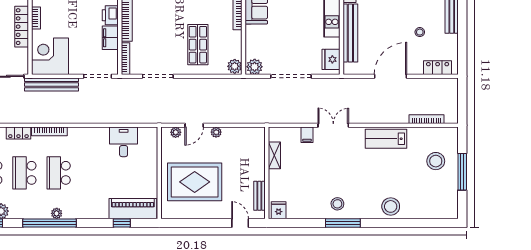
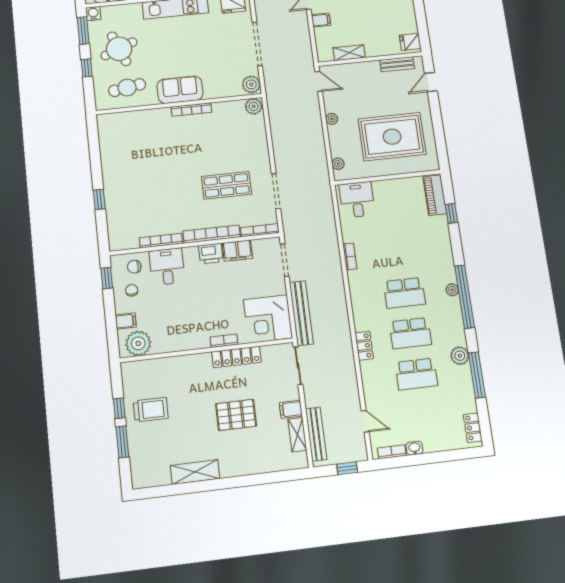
shop shelf: (198, 45) -> (227, 185), moved
door: (194, 125) -> (319, 81), moved
bookcase: (49, 131) -> (350, 256), moved, width x0.64
desk: (124, 142) -> (357, 200), moved, turned 90
rug: (195, 182) -> (392, 137), turned 90
piano: (133, 209) -> (435, 195), width x0.73, depth x0.75

